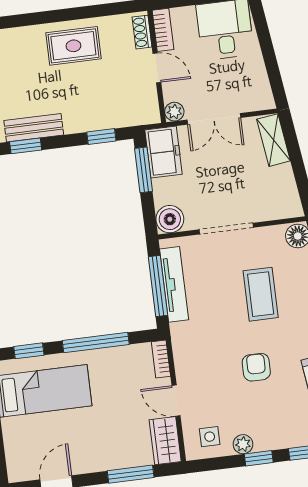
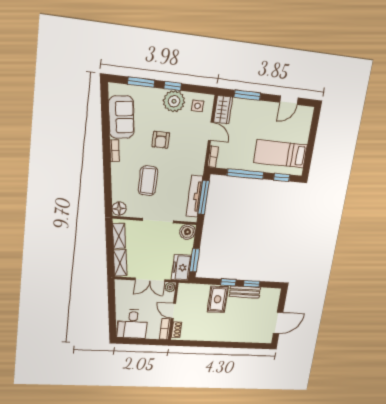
rug: (73, 46) -> (218, 299), moved, turned 90
double door: (214, 119) -> (150, 280), swing flipped
window: (101, 137) -> (228, 282), moved
shelving: (287, 188) -> (119, 236), added
plant: (243, 444) -> (174, 101), width x1.87, depth x1.87

